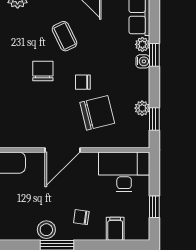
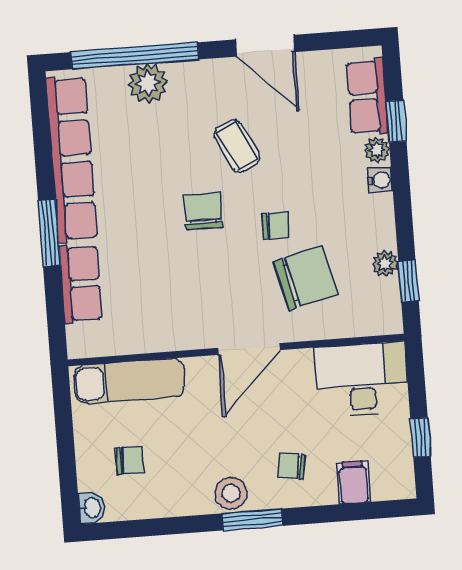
window: (154, 55) -> (396, 121), moved
chair: (83, 82) -> (276, 225), turned 180

